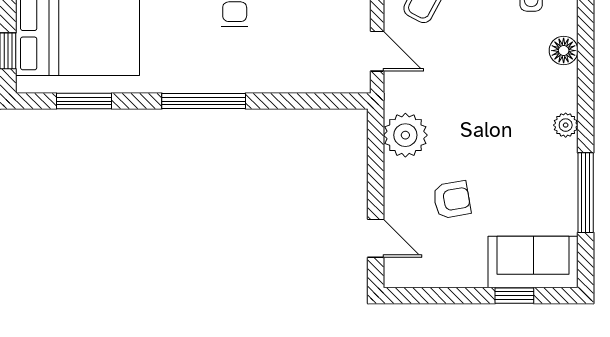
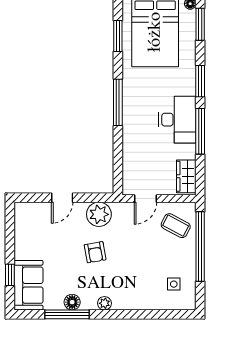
floor lamp: (564, 51) -> (72, 302), moved
armchair: (452, 200) -> (95, 252), moved
door: (376, 238) -> (62, 198), moved

